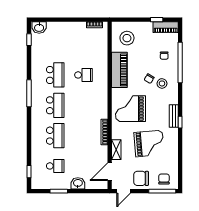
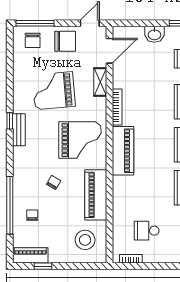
school desk: (83, 75) -> (147, 231), moved
stool: (162, 83) -> (35, 176), removed
piano: (100, 101) -> (123, 151), added

